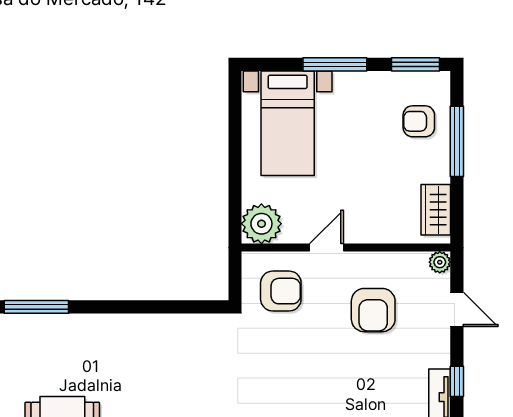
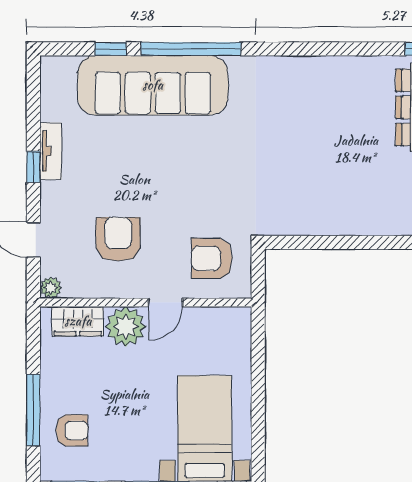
wardrobe: (436, 210) -> (78, 321), moved, turned 90
plant: (261, 224) -> (126, 327), moved

